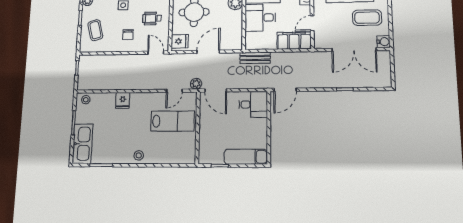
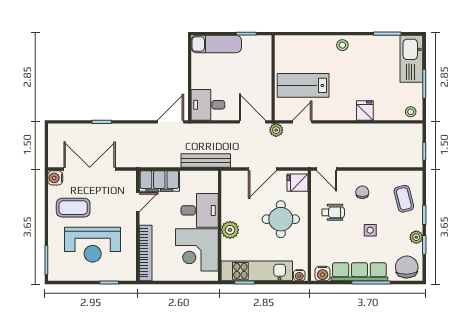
bench: (255, 58) -> (206, 161), width x1.36

